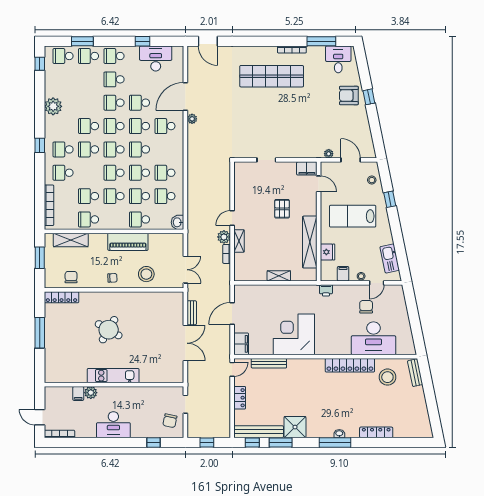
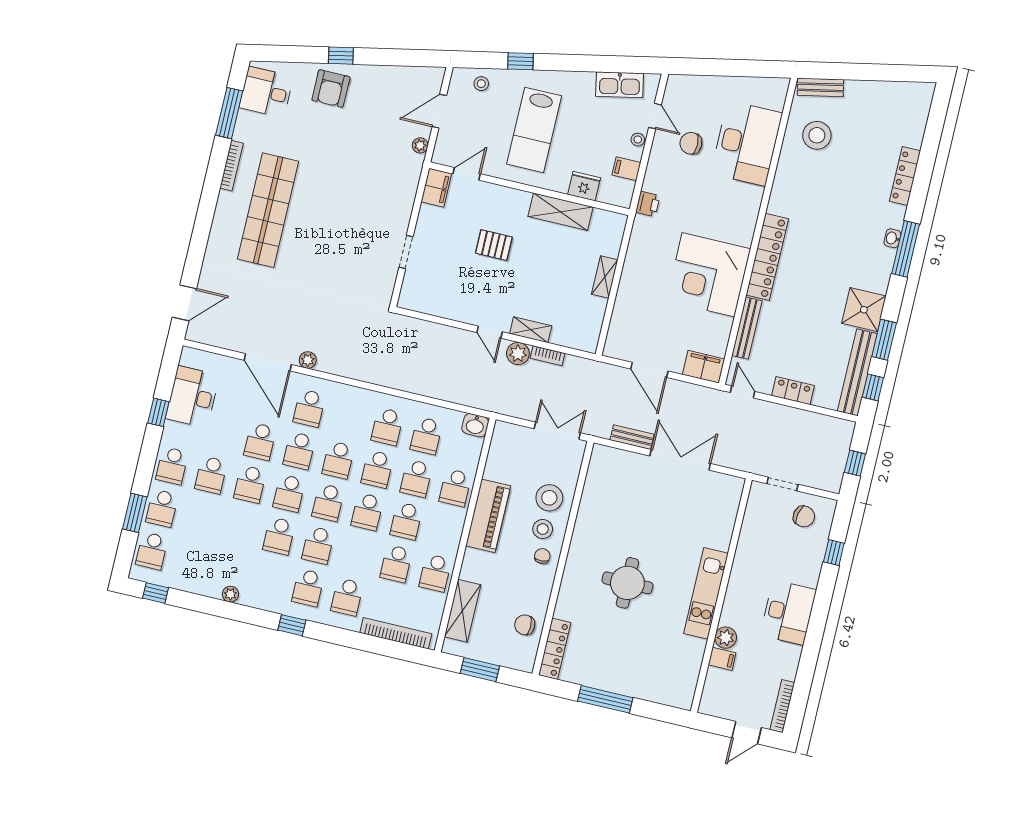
plant: (53, 106) -> (230, 594), width x0.53, depth x0.53
shelving: (310, 242) -> (560, 212), width x0.68
stool: (128, 274) -> (543, 529), added
round table: (109, 330) -> (627, 583), turned -30
locker: (350, 365) -> (767, 257), moved

